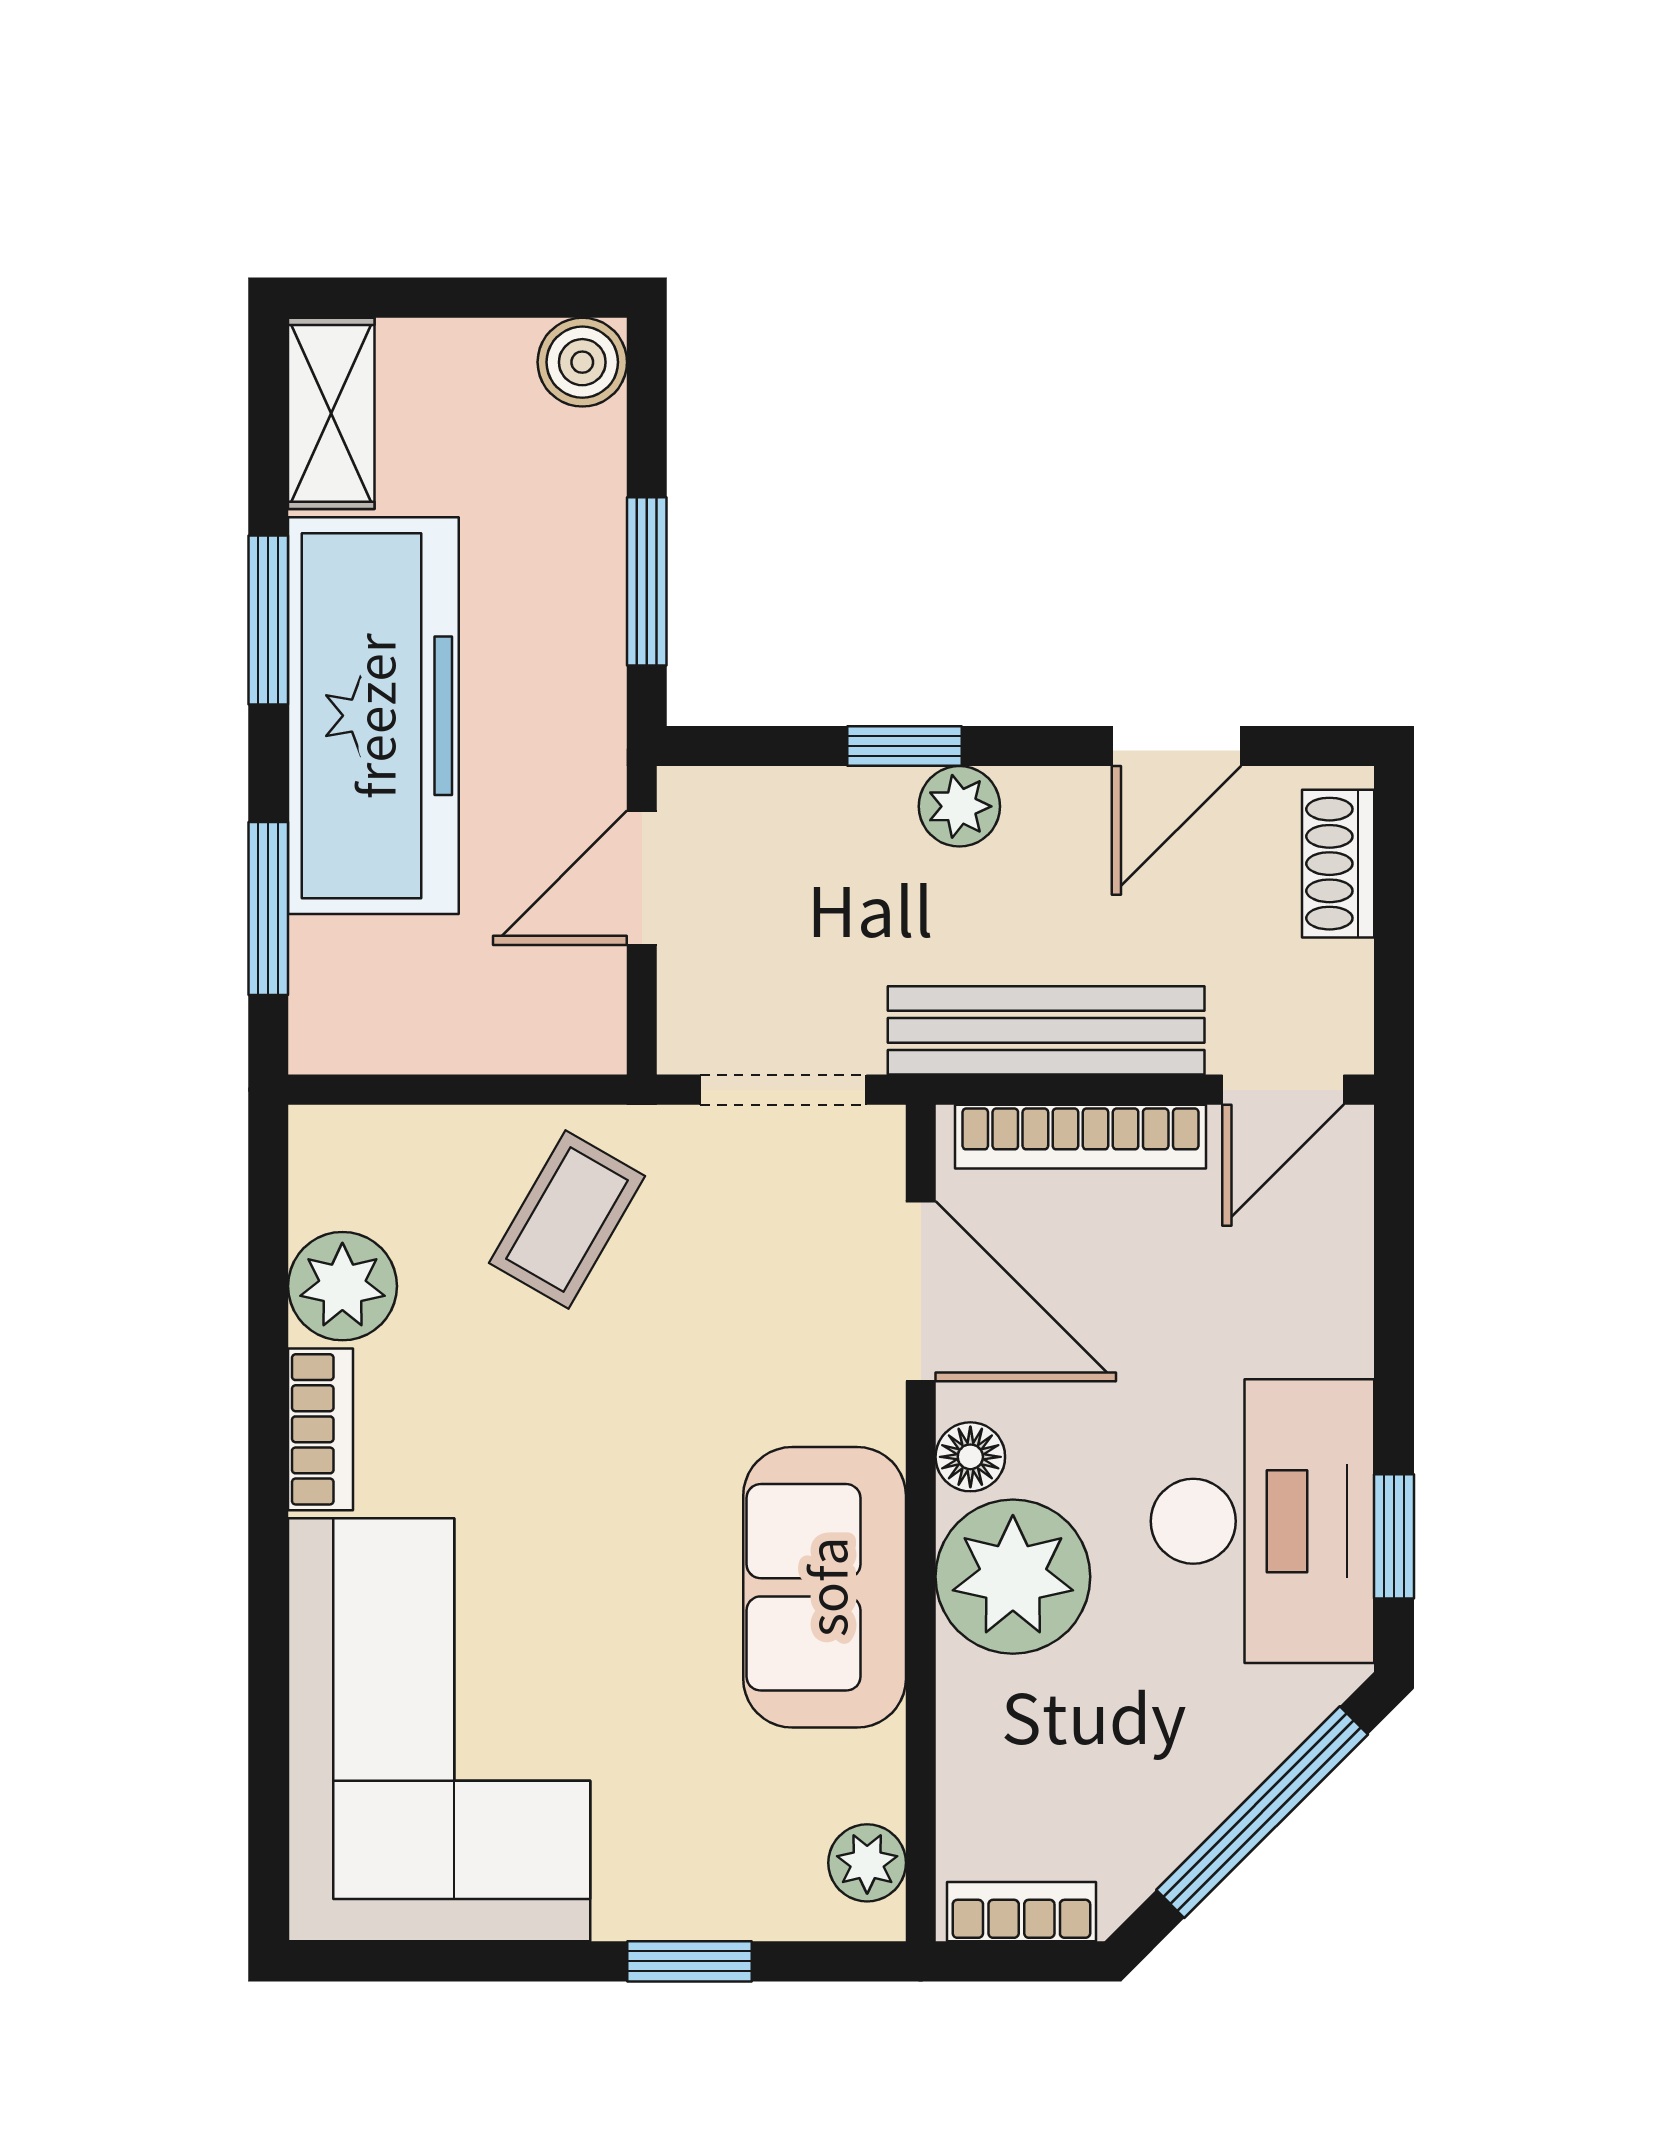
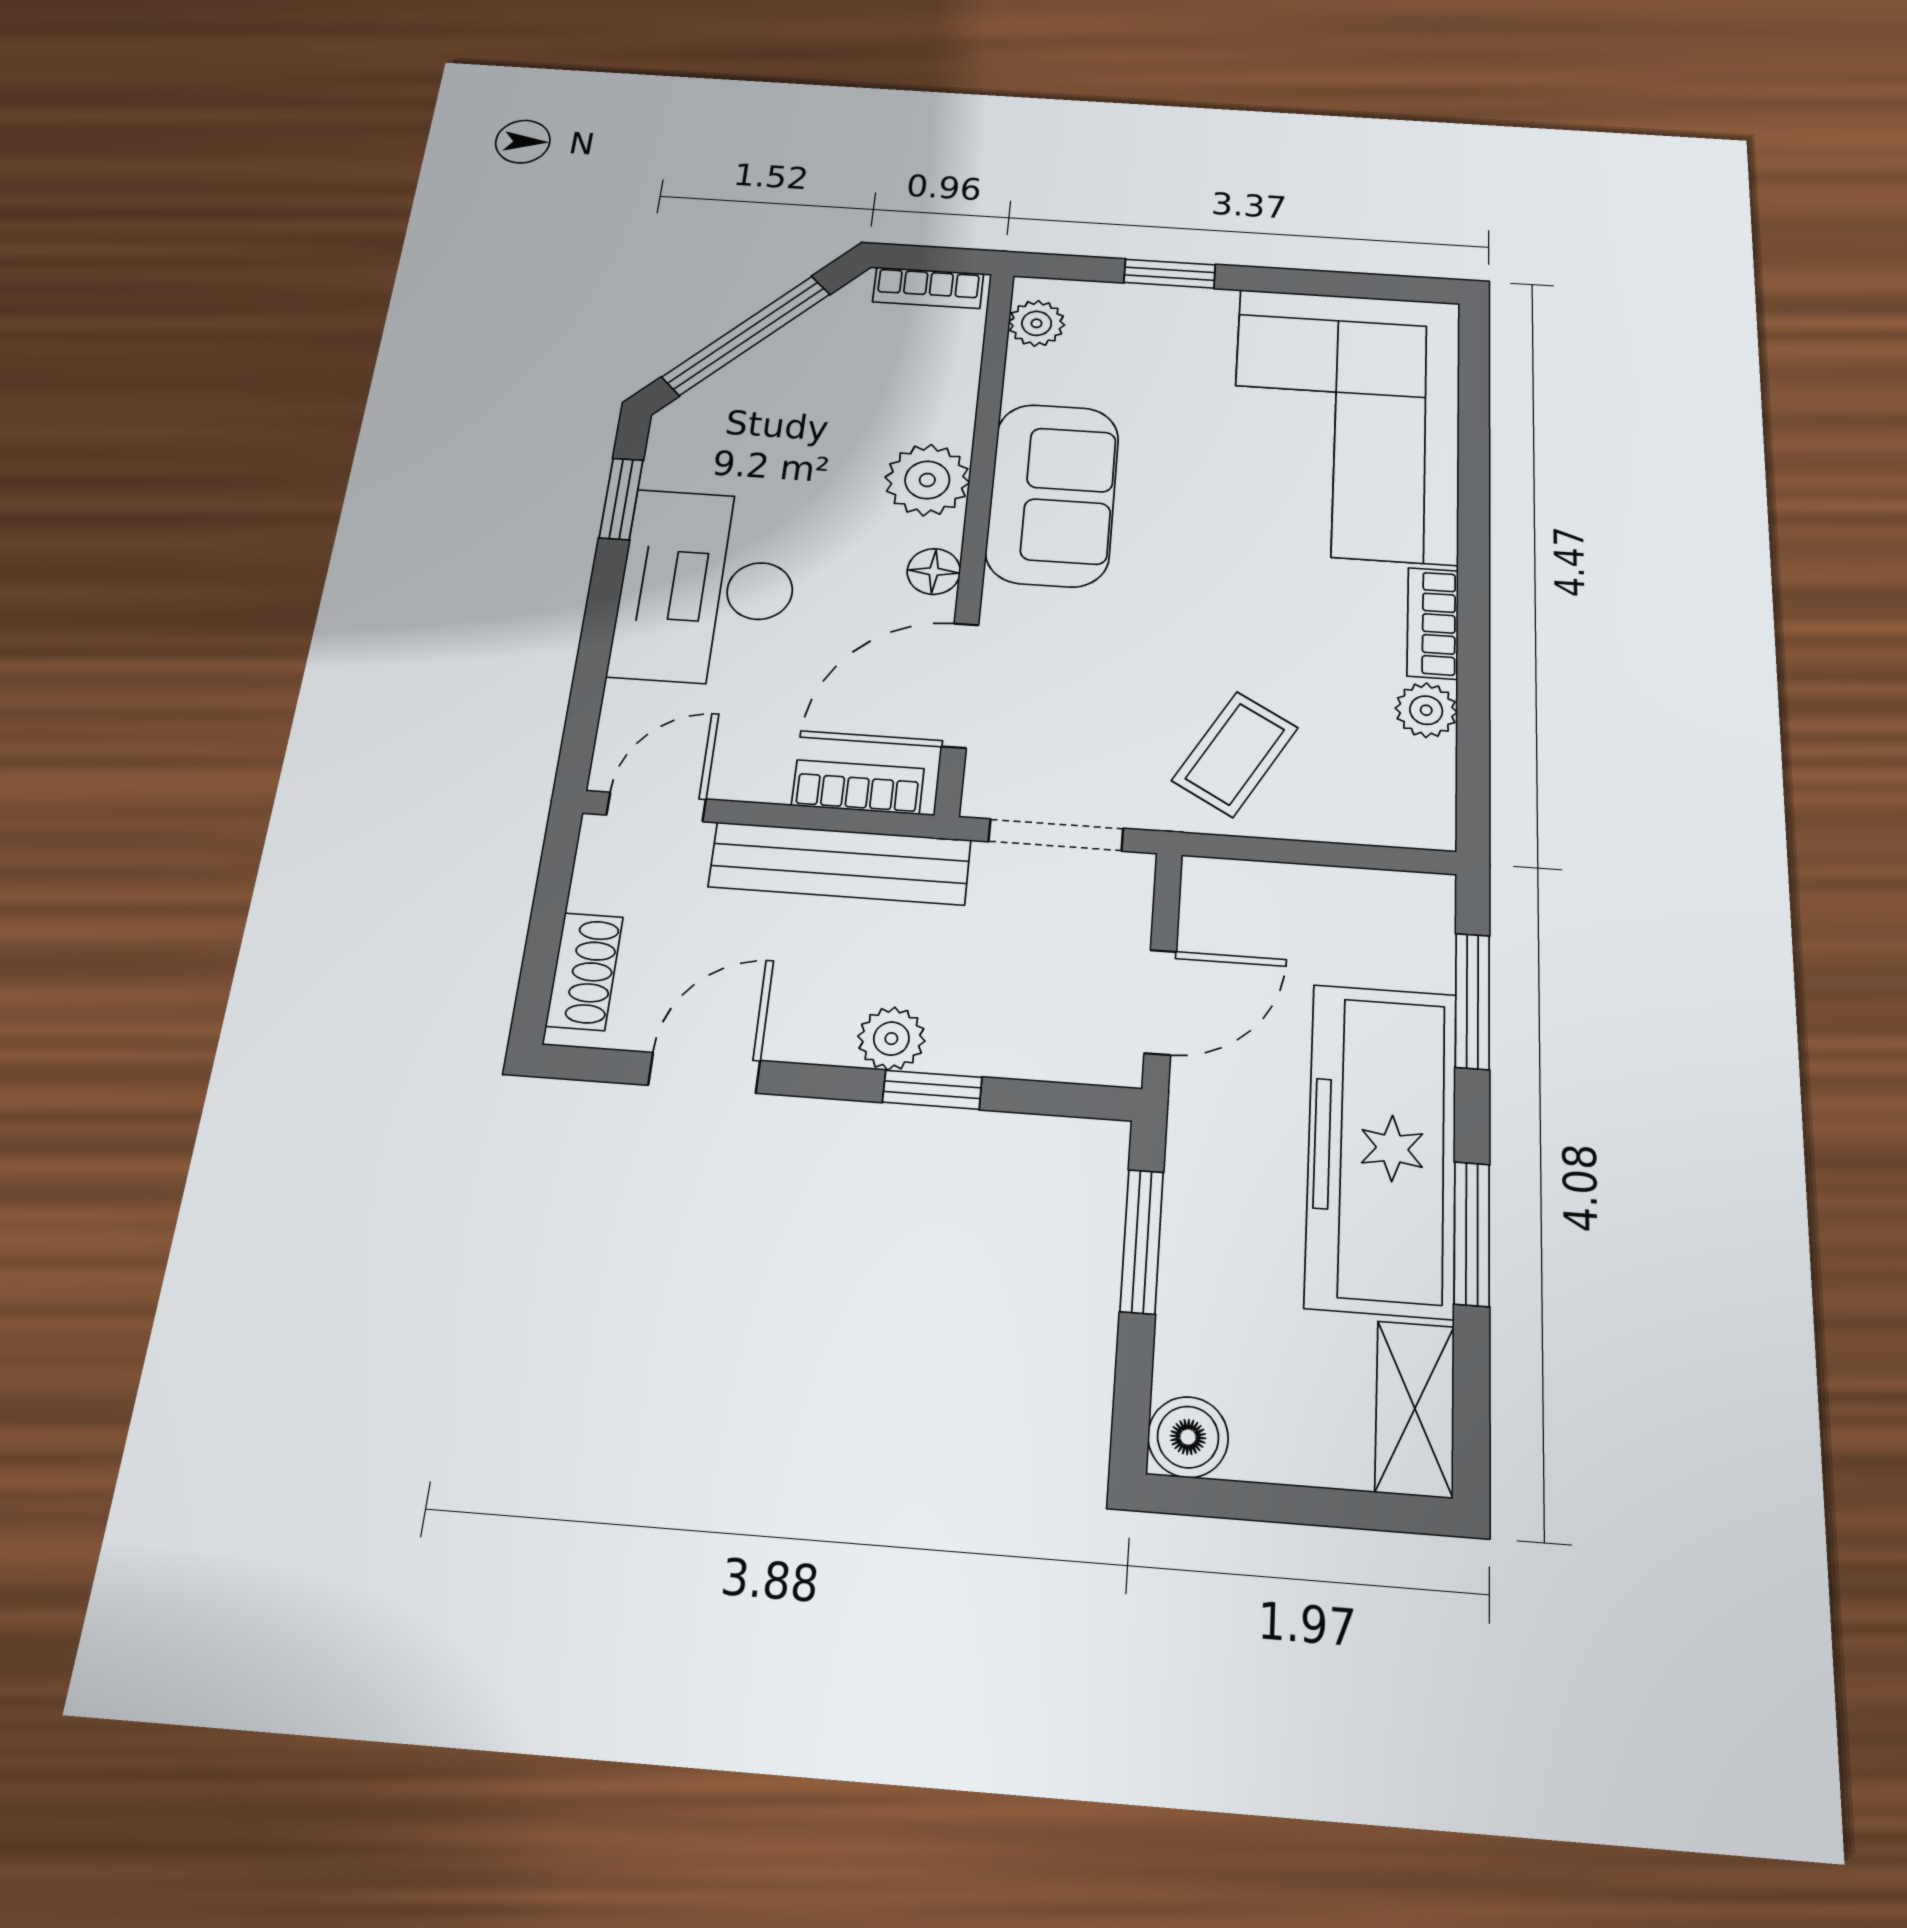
bookcase: (1080, 1137) -> (858, 787), width x0.64
plant: (342, 1286) -> (1426, 710), width x0.73, depth x0.73
door: (921, 1291) -> (960, 685), hinge flipped
desk: (1262, 1521) -> (707, 587), moved
plant: (1013, 1577) -> (927, 480), width x0.73, depth x0.73

